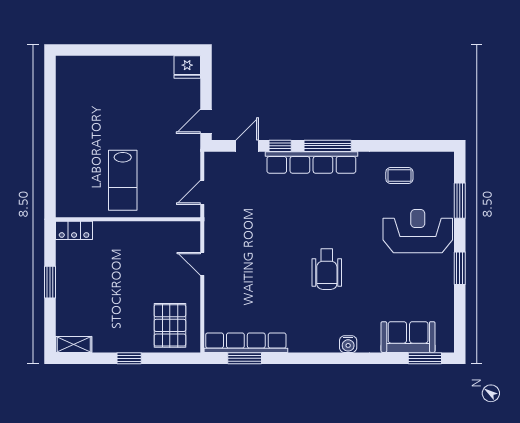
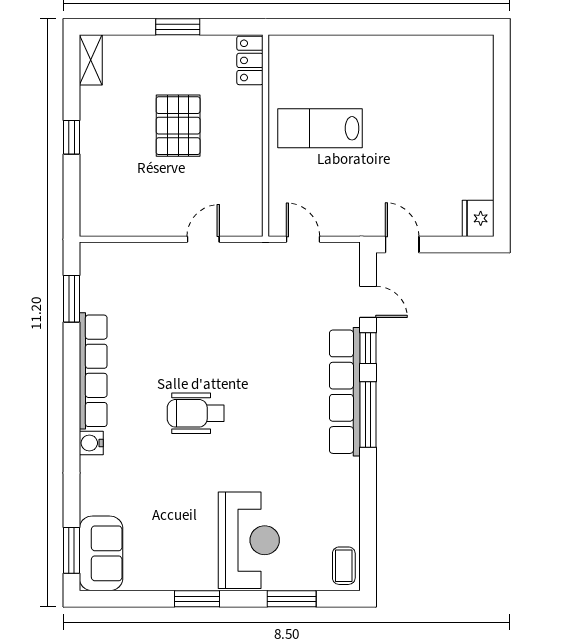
coffee table: (399, 176) -> (344, 566), moved
pallet: (170, 325) -> (178, 126), moved, turned 90
sofa: (408, 337) -> (101, 553), moved
row of seats: (246, 343) -> (93, 371), moved

